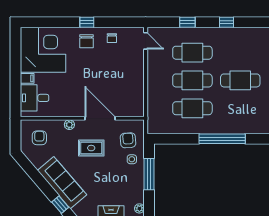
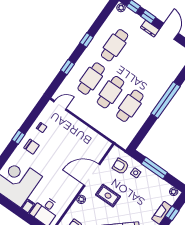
cafe table: (240, 80) -> (115, 45), moved
rug: (91, 148) -> (108, 196), turned 90

